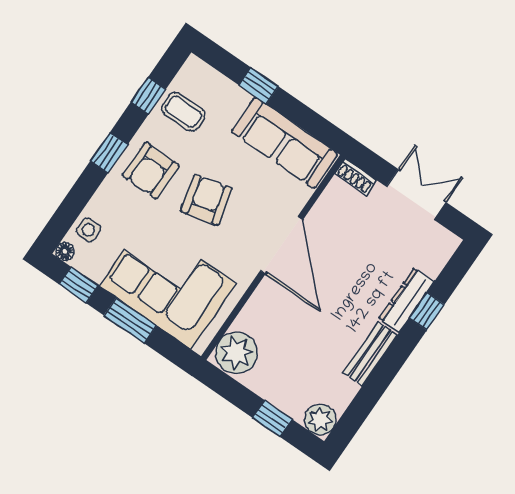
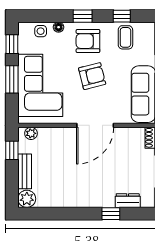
floor lamp: (65, 251) -> (59, 27), moved
dresser: (407, 300) -> (128, 201), moved, width x0.70
plant: (237, 353) -> (31, 133), width x0.53, depth x0.53
bench: (370, 354) -> (25, 171), moved, turned 90
window: (272, 419) -> (12, 150), moved

